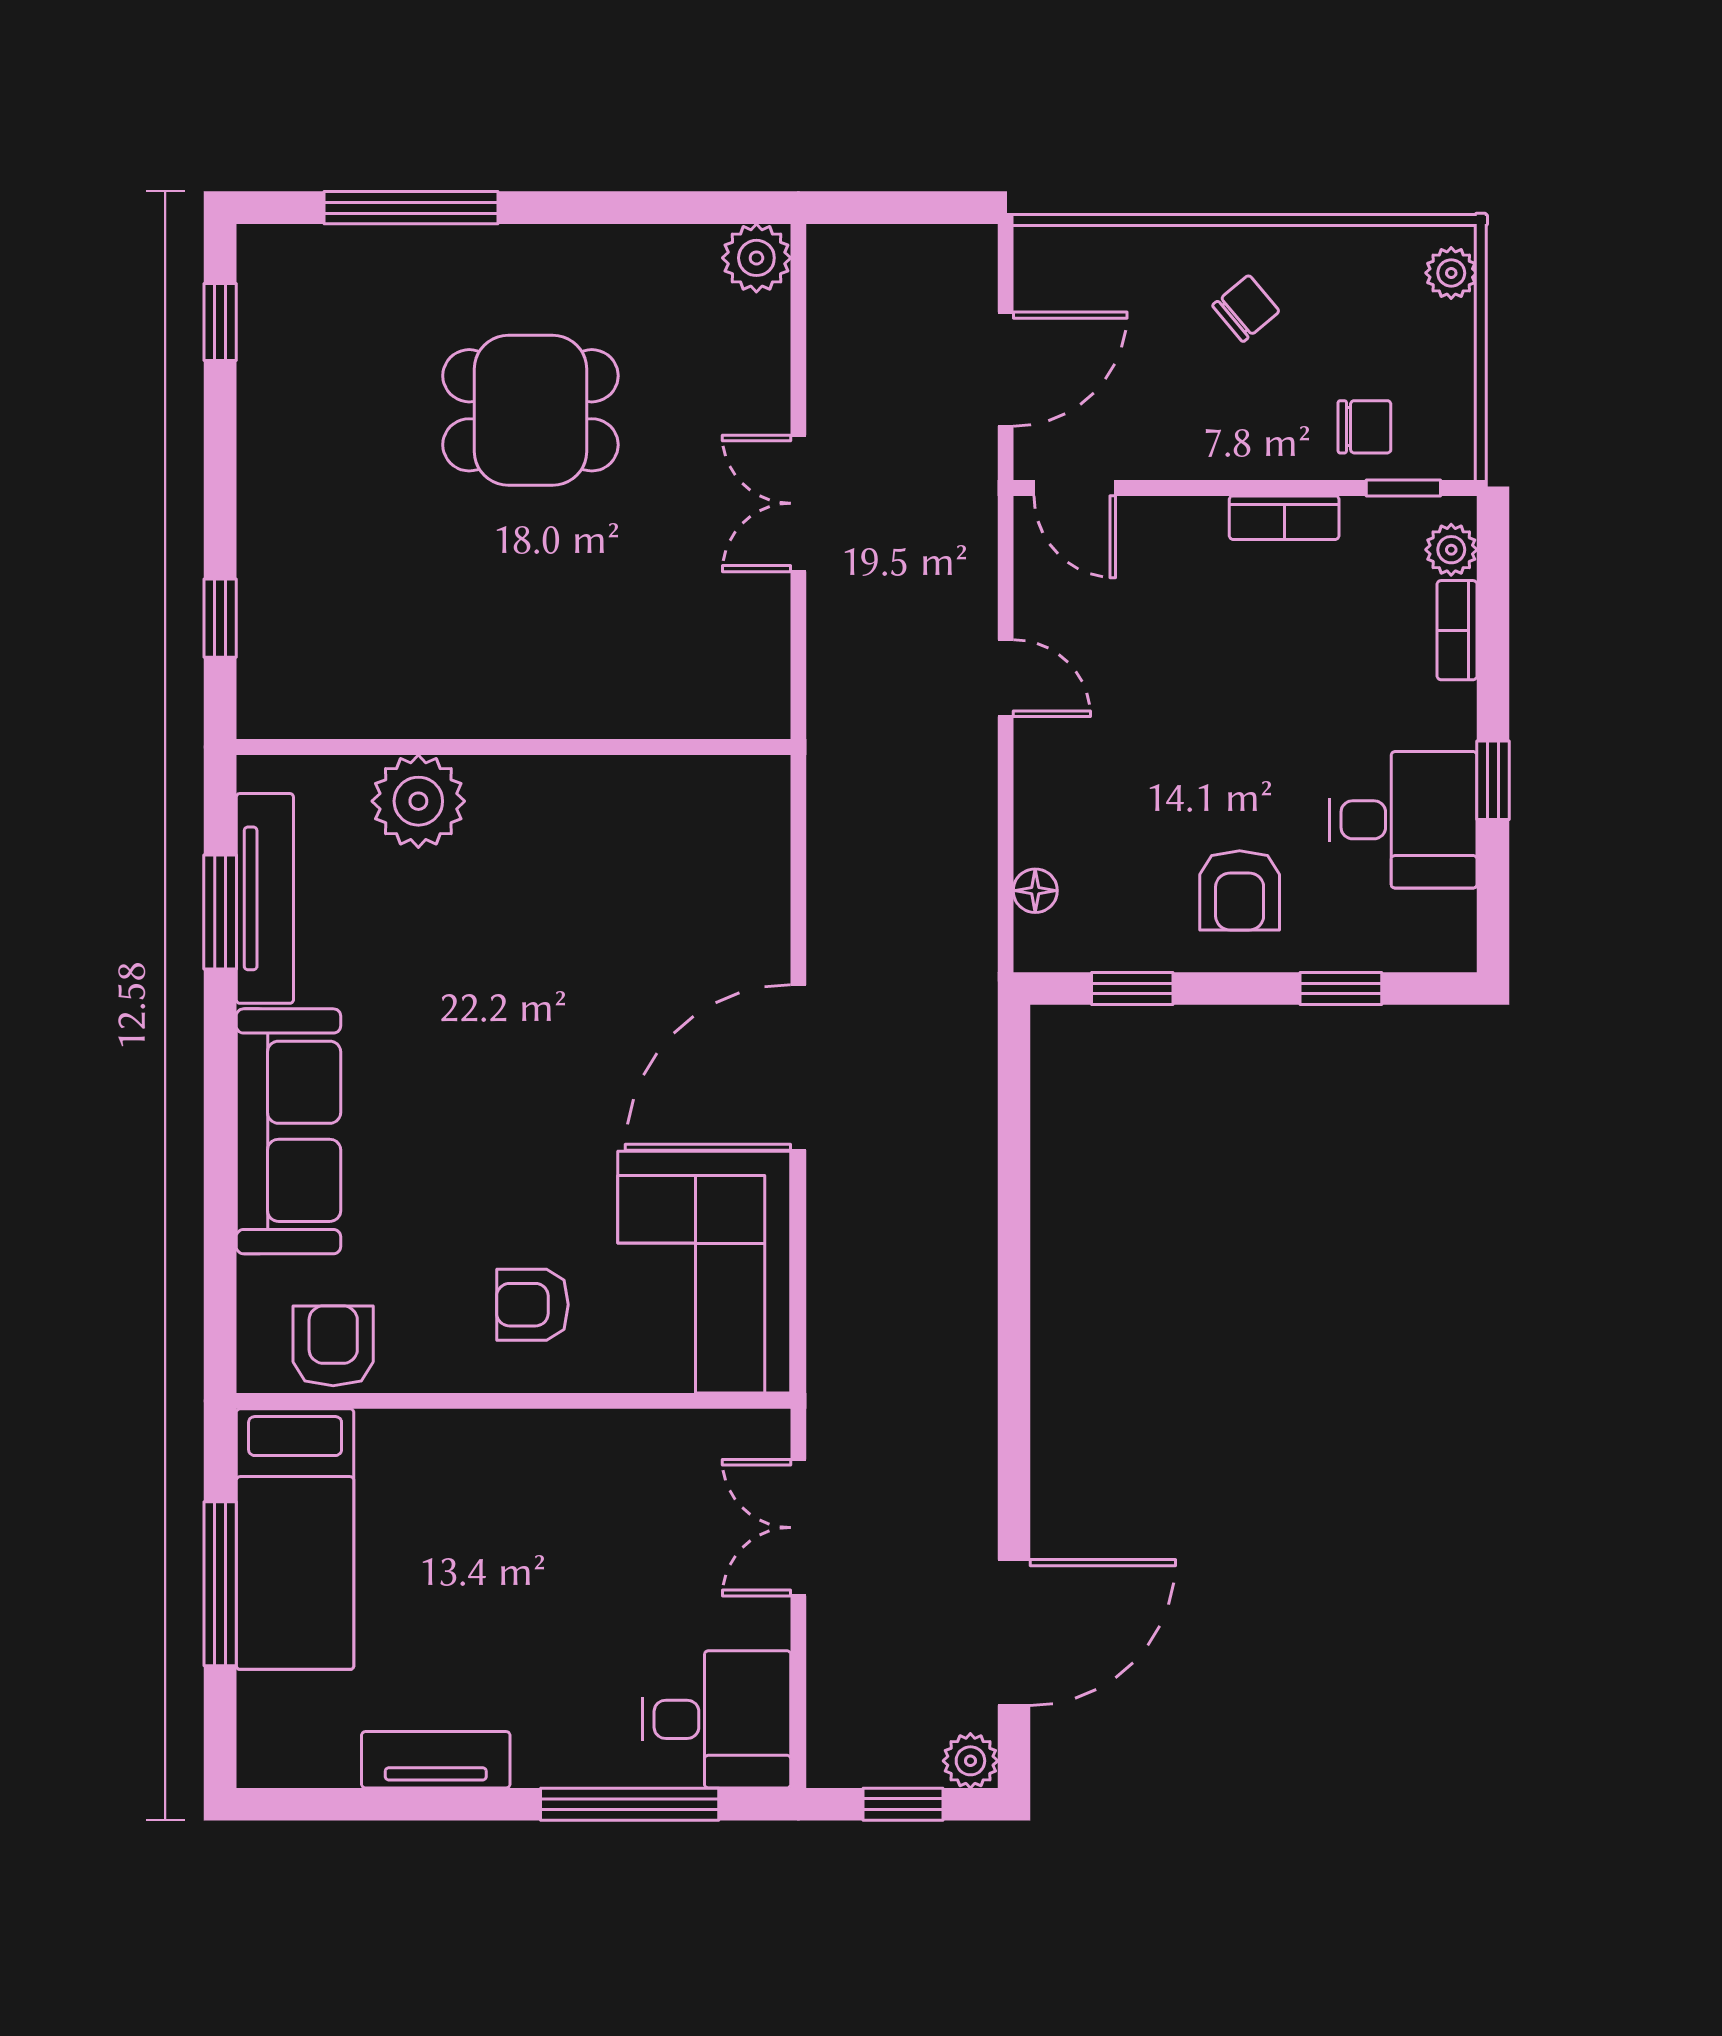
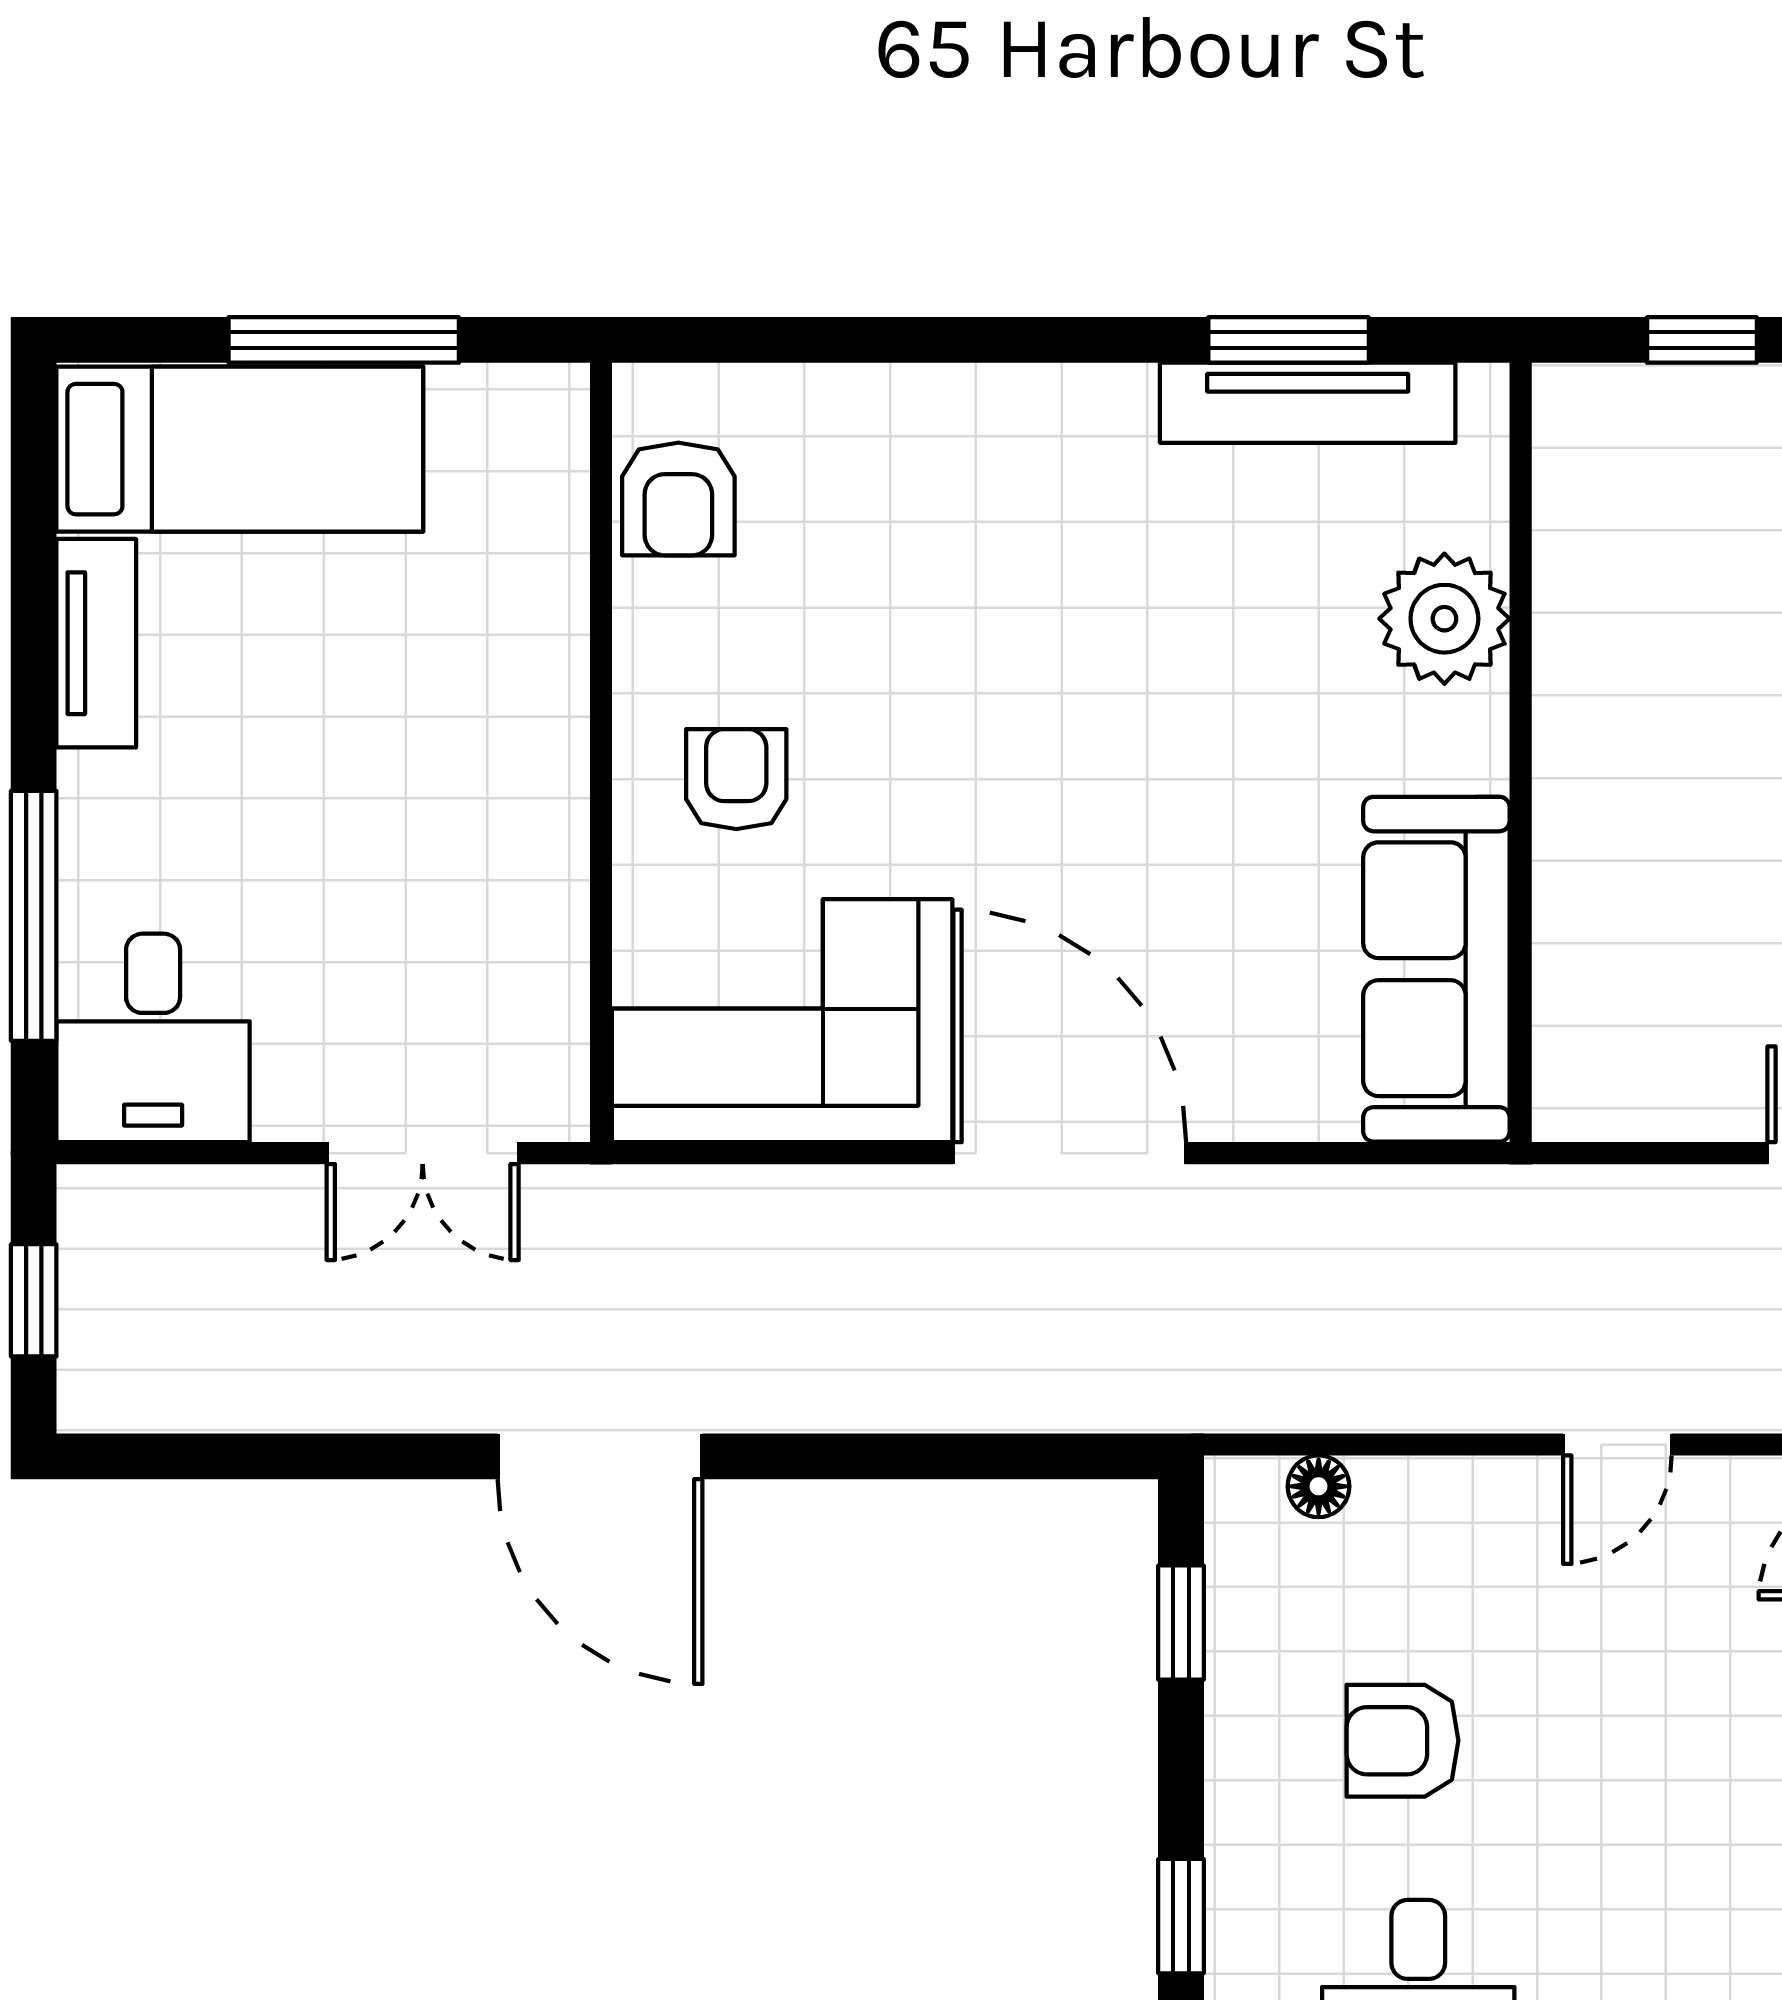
armchair: (1240, 890) -> (1403, 1741), moved
sofa: (288, 1131) -> (1436, 969), moved, turned 90
armchair: (333, 1346) -> (678, 499), turned 90
double door: (798, 1528) -> (423, 1153), swing flipped
bed: (295, 1539) -> (240, 449), moved, turned 180
door: (1014, 1633) -> (600, 1456), moved
plant: (970, 1761) -> (95, 1395), removed

